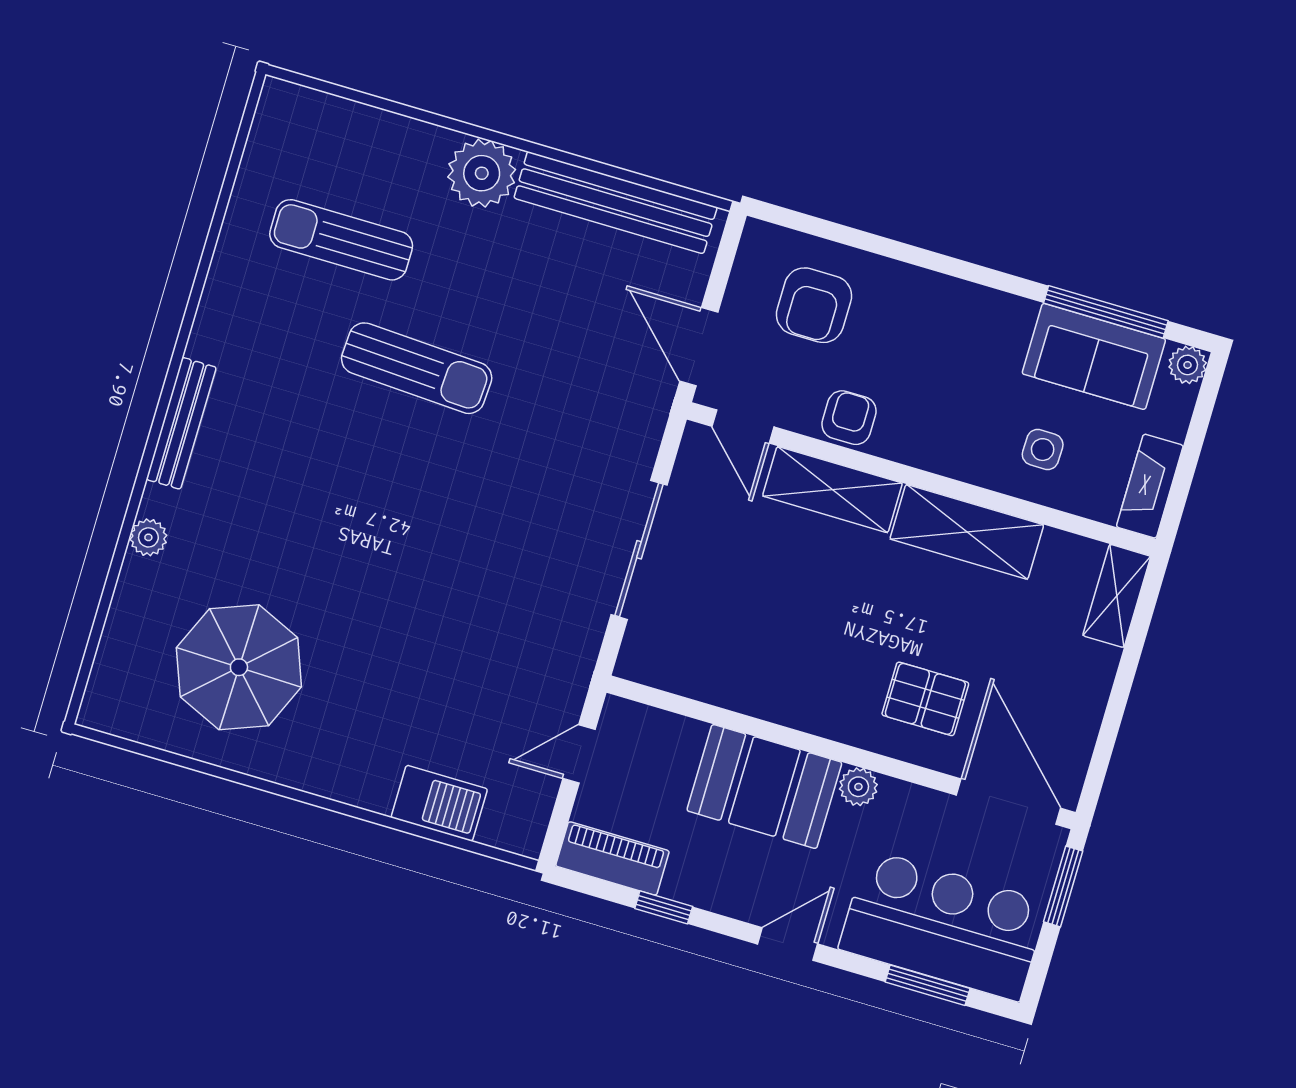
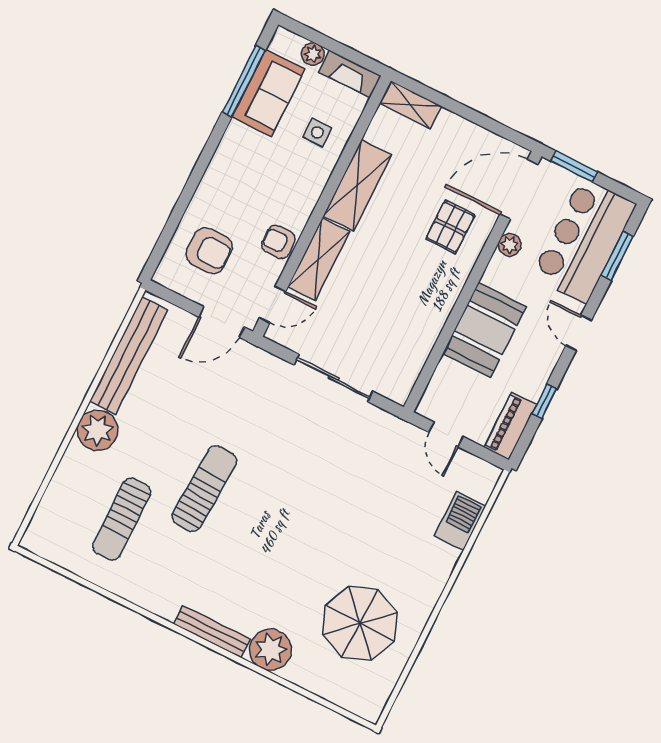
plant: (1188, 365) -> (313, 54), moved
plant: (148, 537) -> (270, 650), width x1.88, depth x1.88
plant: (858, 787) -> (510, 245), moved

